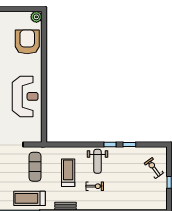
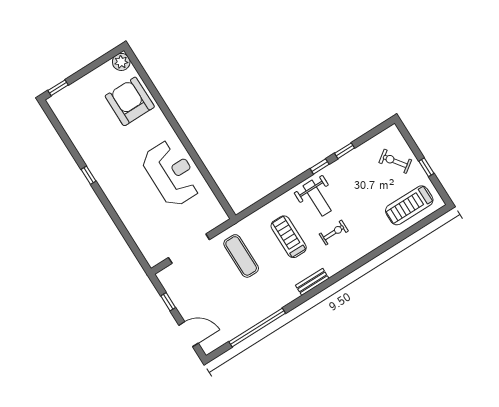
treadmill: (29, 198) -> (409, 205), moved

